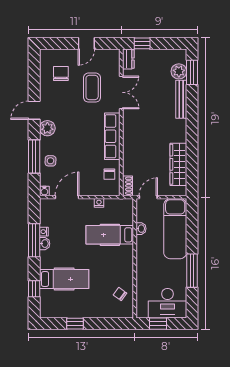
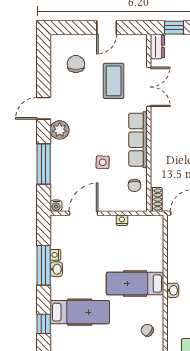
side table: (50, 161) -> (103, 162), moved
washbasin: (141, 229) -> (173, 290), moved
hospital bed: (110, 235) -> (135, 283), moved

